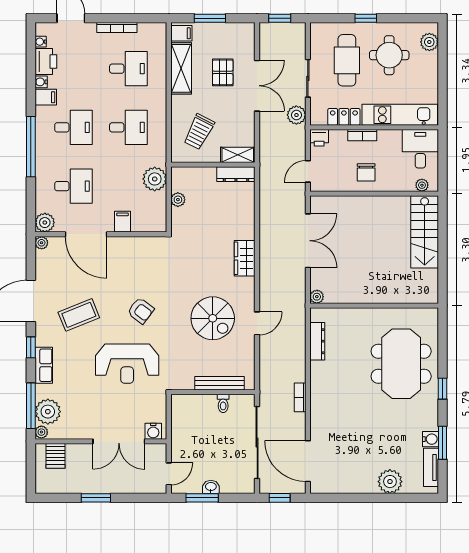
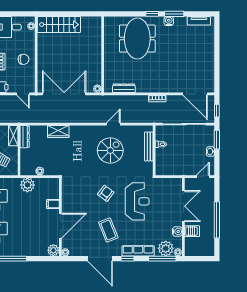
desk: (73, 186) -> (32, 233), removed
double door: (308, 241) -> (64, 94), width x1.36
wardrobe: (245, 258) -> (58, 131), moved
door: (257, 323) -> (113, 124), hinge flipped
meeting table: (401, 364) -> (137, 38), turned 90
row of seats: (44, 365) -> (138, 251), width x1.48
water cooler: (153, 431) -> (177, 232), moved
water cooler: (430, 439) -> (169, 21), moved
window: (442, 443) -> (174, 14), moved
server rack: (55, 456) -> (192, 231), moved
door: (308, 461) -> (195, 94), hinge flipped
door: (169, 474) -> (203, 177), hinge flipped
plant: (390, 482) -> (207, 45), removed
window: (96, 498) -> (217, 220), width x2.11
window: (202, 498) -> (217, 140), moved

